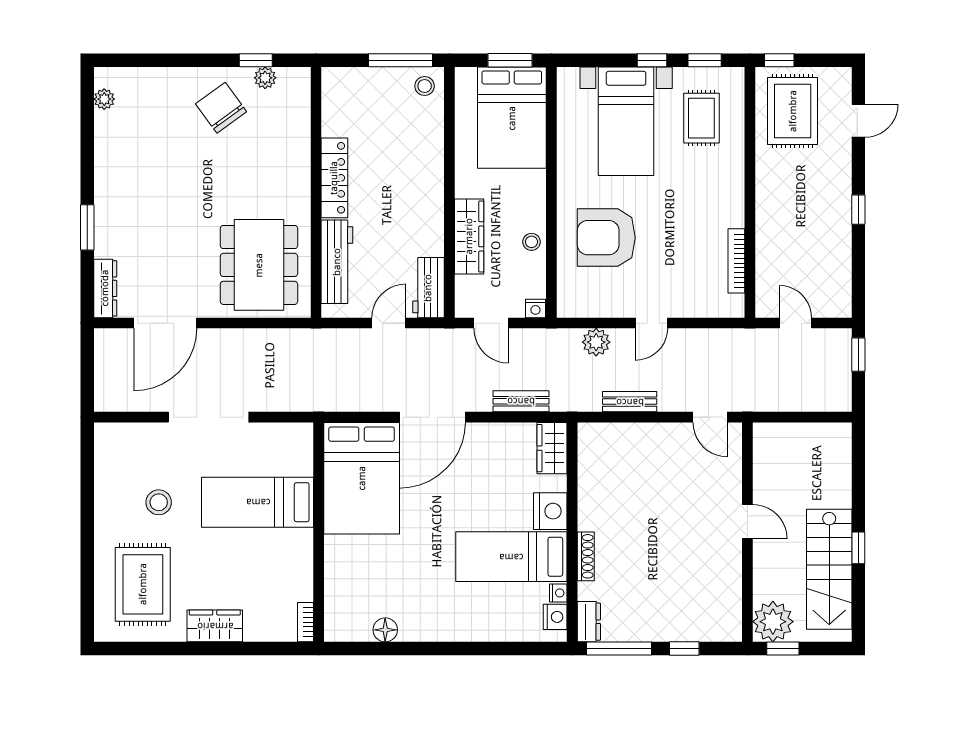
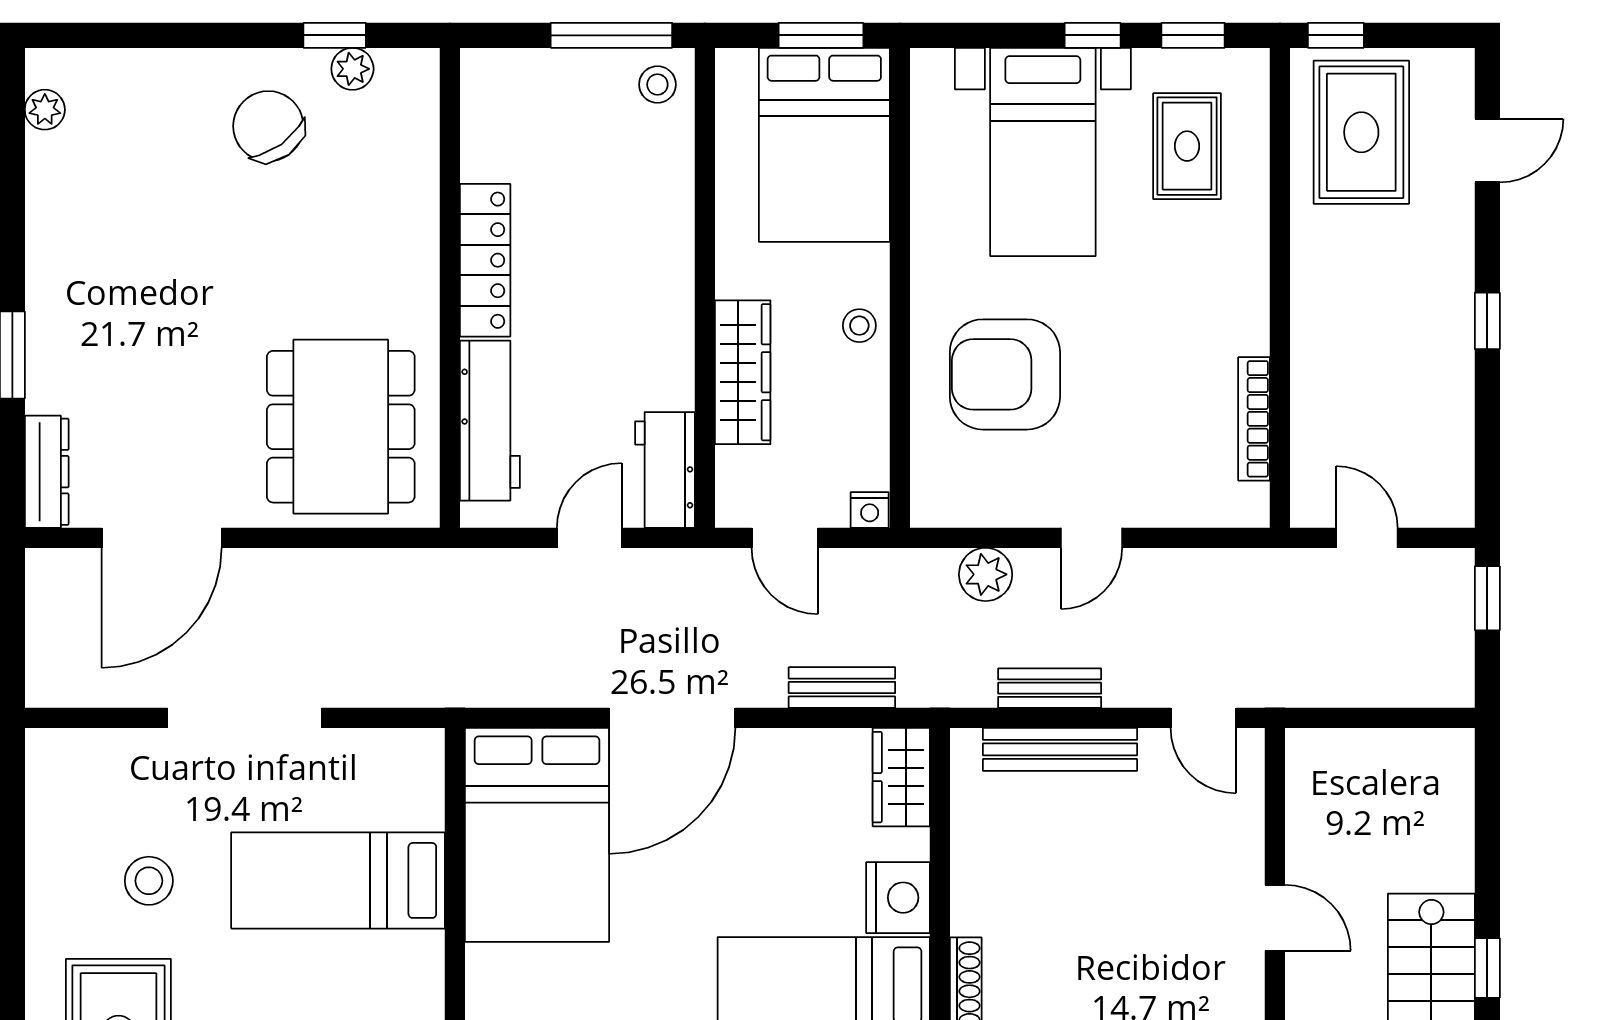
stool: (532, 242) -> (859, 326), moved
bench: (635, 434) -> (1060, 749), added

